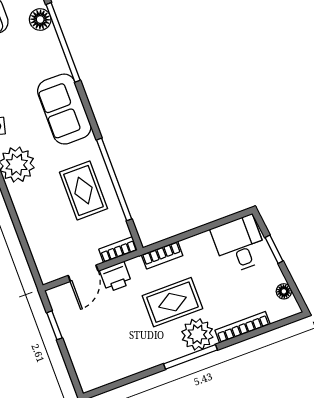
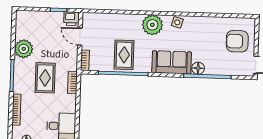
floor lamp: (40, 20) -> (198, 68), moved
rug: (83, 190) -> (124, 55), turned 90
printer: (116, 277) -> (71, 19), moved, turned -90
plant: (197, 334) -> (24, 49), moved

